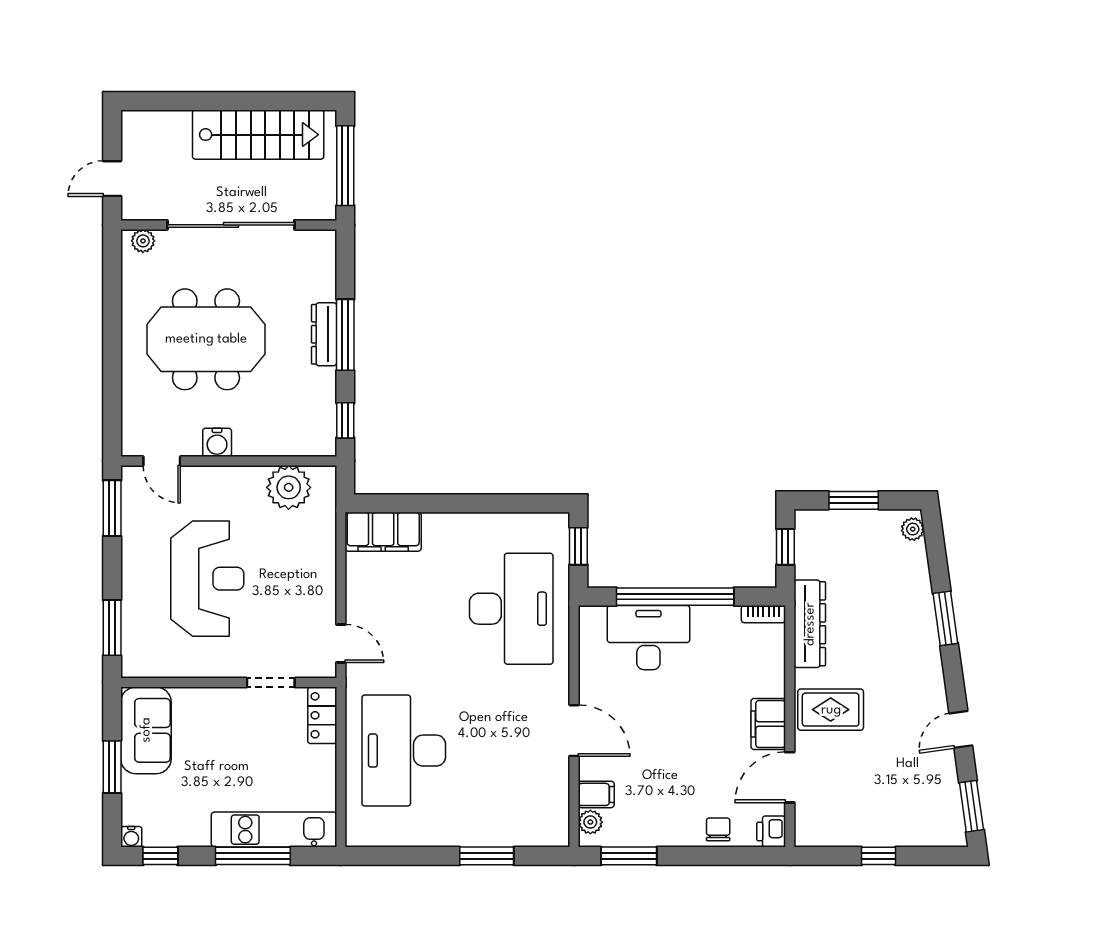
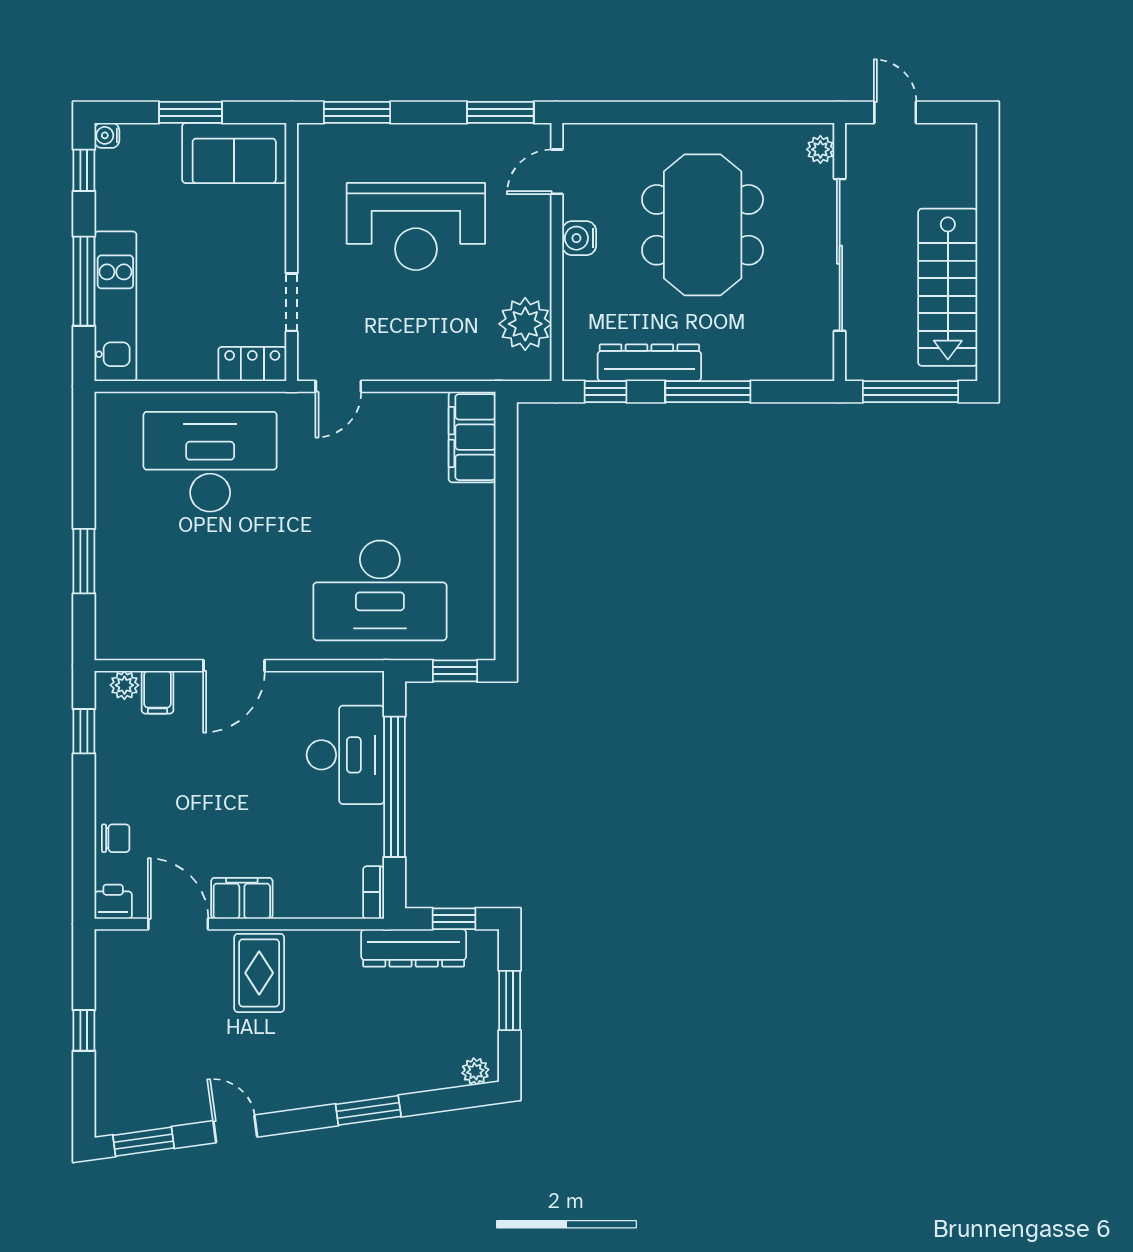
dresser: (324, 334) -> (649, 363), moved, width x1.37, depth x1.24
dresser: (810, 624) -> (414, 948), moved
window: (629, 856) -> (84, 731), width x0.67

